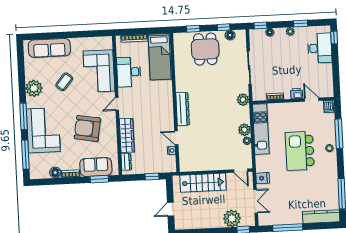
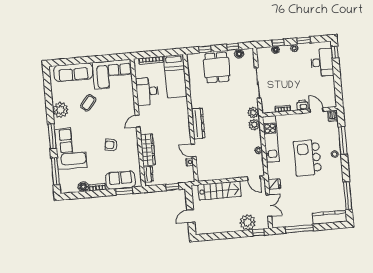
window: (260, 25) -> (278, 43), moved
corner sofa: (99, 71) -> (113, 74), moved, turned -90
armchair: (87, 128) -> (111, 145), width x0.53, depth x0.53
plant: (244, 130) -> (254, 125), moved

